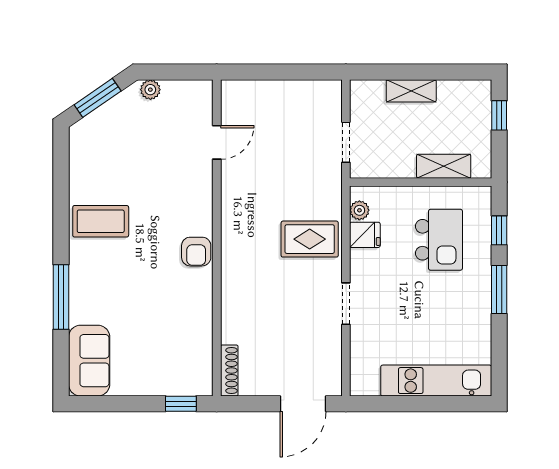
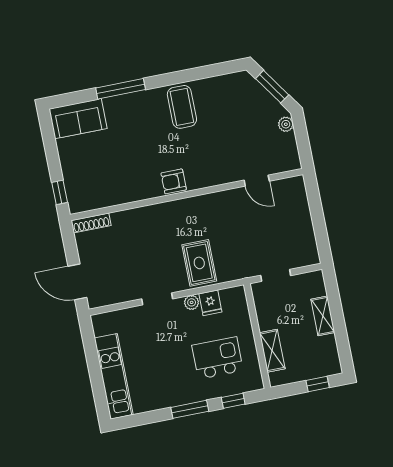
plant: (359, 210) -> (192, 302), moved
kitchen island: (439, 240) -> (218, 358), turned 180

